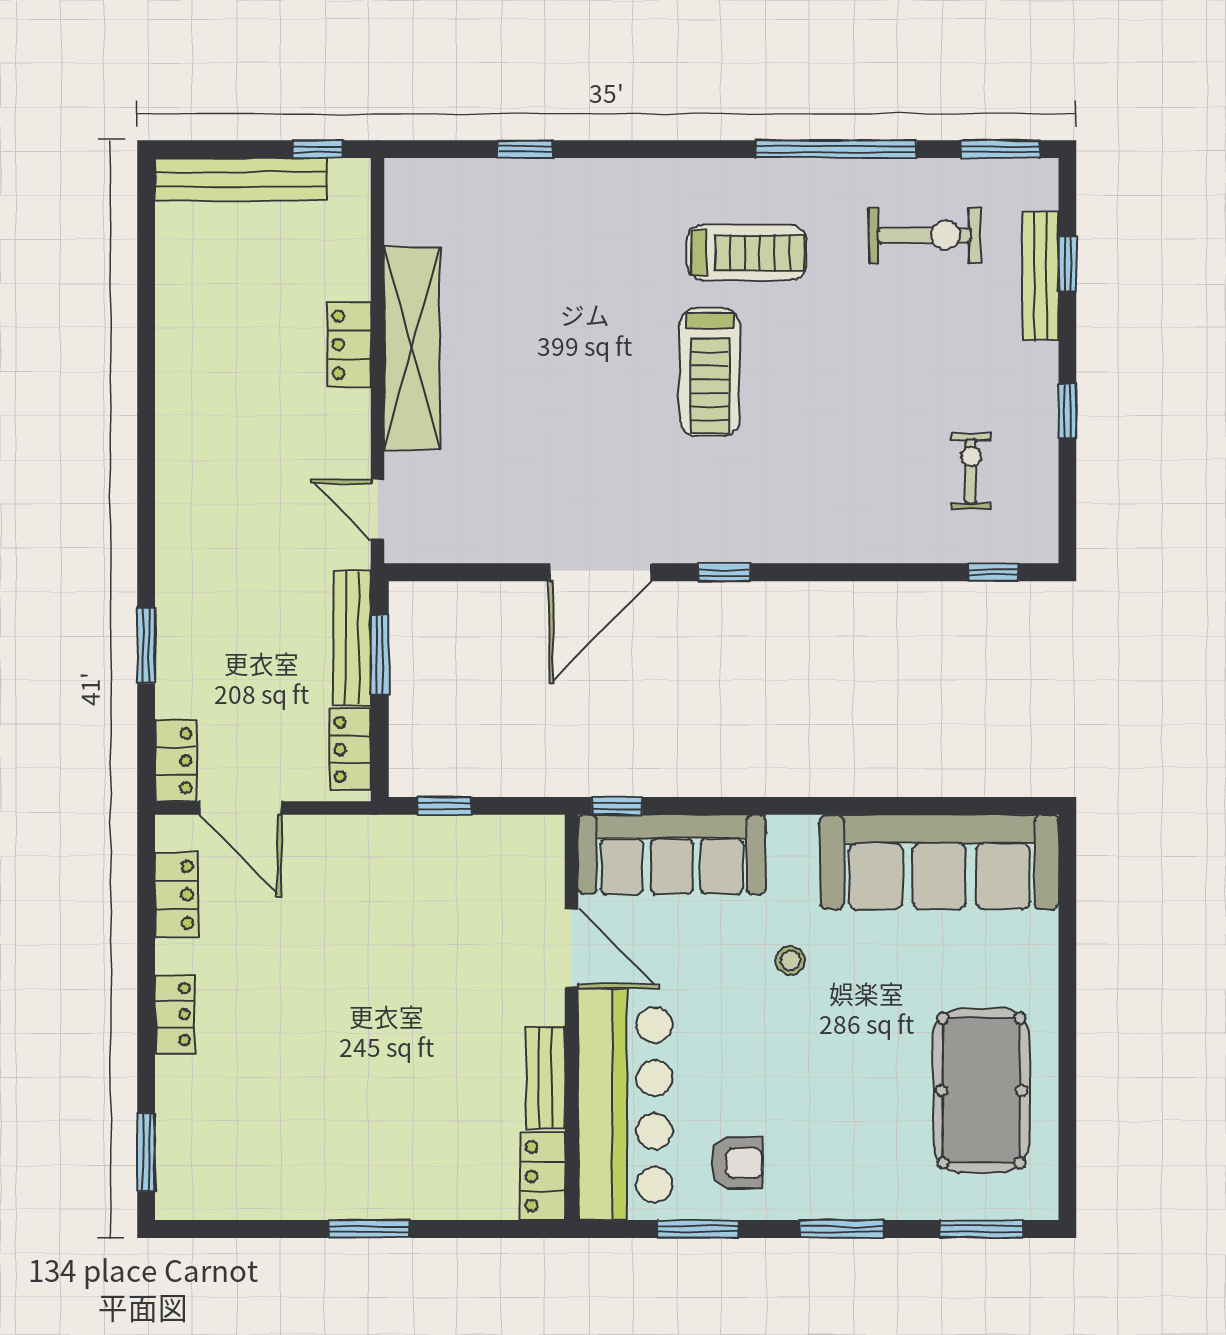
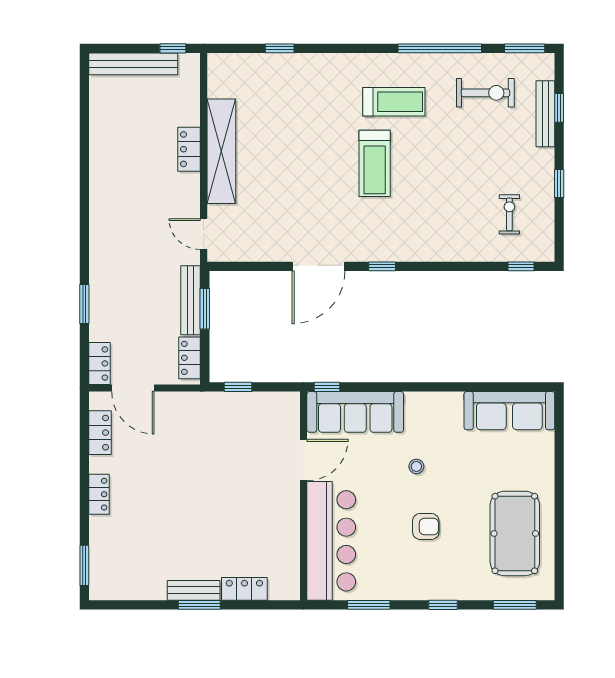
sofa: (939, 862) -> (509, 411), width x0.74, depth x0.79
door: (572, 948) -> (304, 460), hinge flipped
bench: (545, 1078) -> (194, 590), moved, turned 90
armchair: (737, 1163) -> (426, 526), moved
locker: (543, 1176) -> (244, 589), moved, turned 90
window: (842, 1229) -> (443, 605), width x0.67

